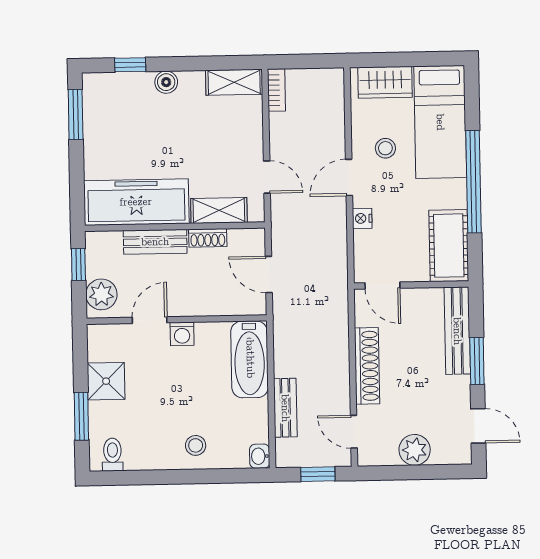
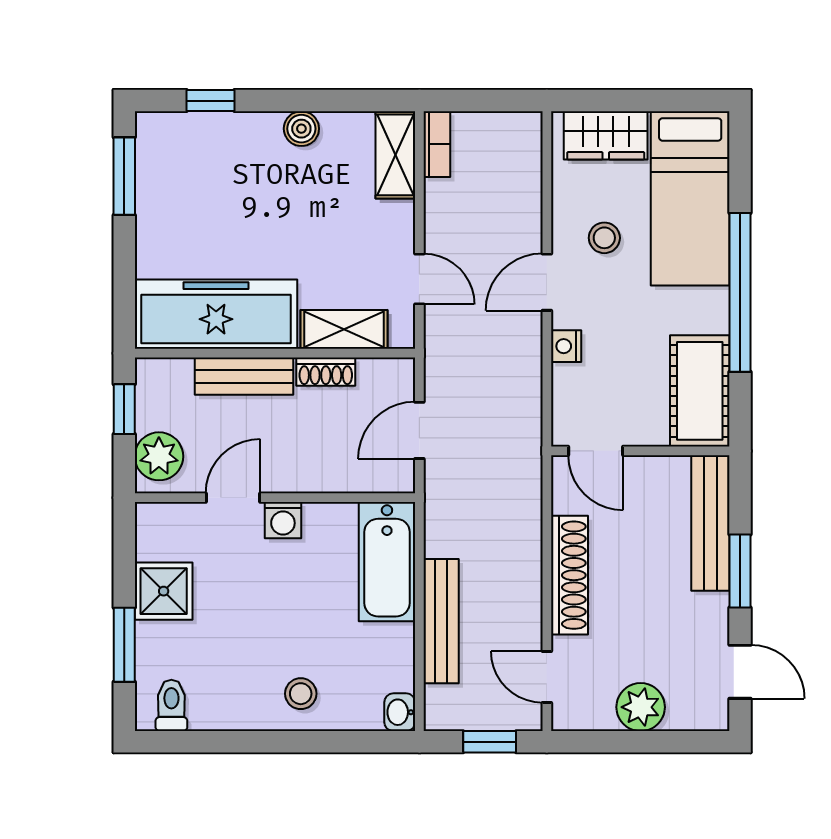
boiler: (166, 82) -> (301, 129), moved
shelving: (234, 82) -> (395, 155), moved, turned 90
door: (269, 274) -> (419, 430), hinge flipped
bench: (285, 408) -> (441, 621), width x1.36

